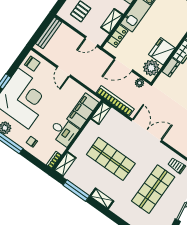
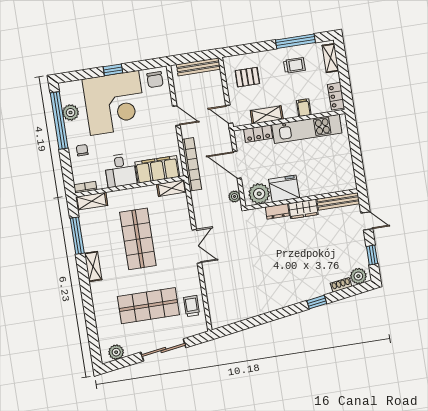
door: (64, 71) -> (176, 116), swing flipped
bookcase: (115, 101) -> (192, 164), moved
double door: (147, 130) -> (197, 246), width x0.73

